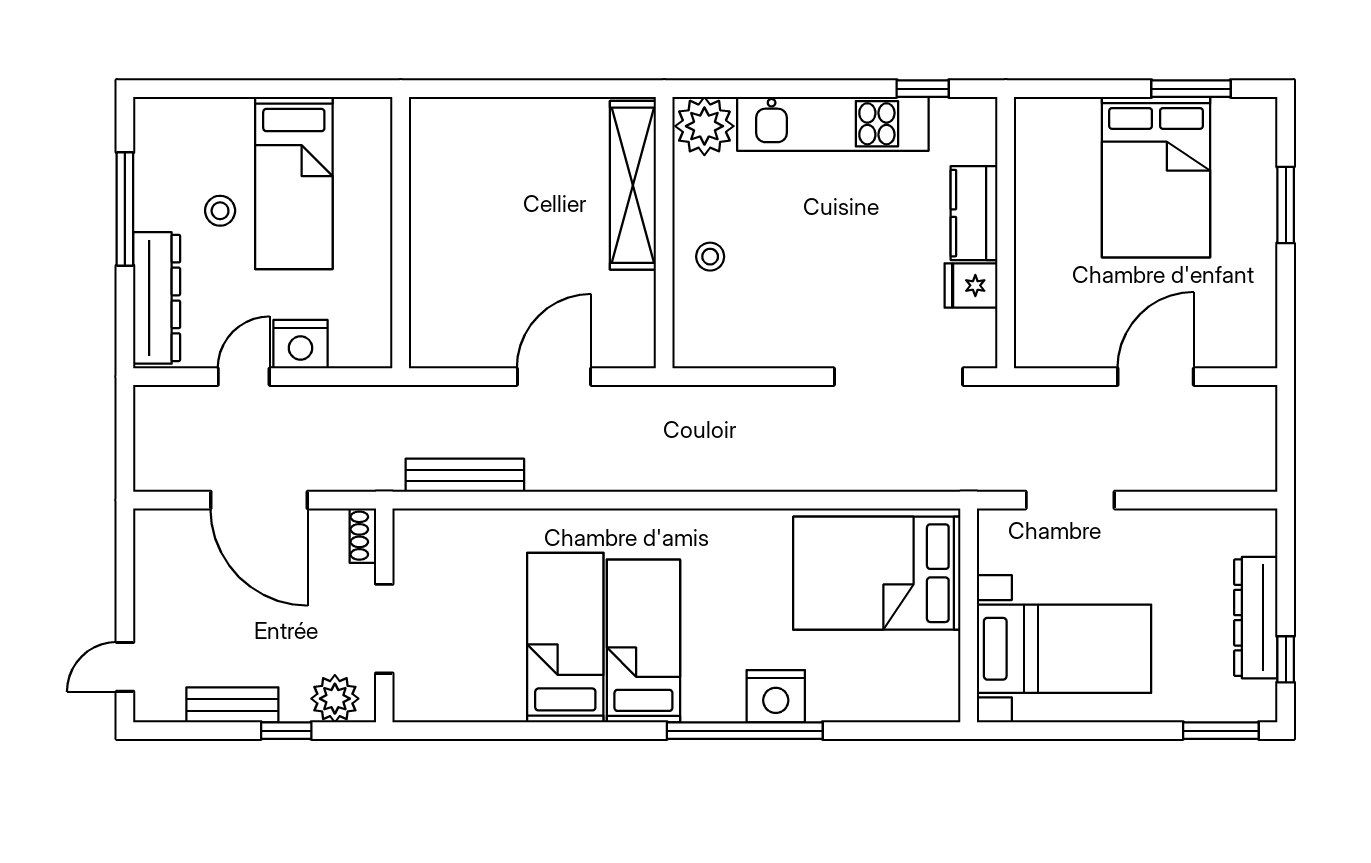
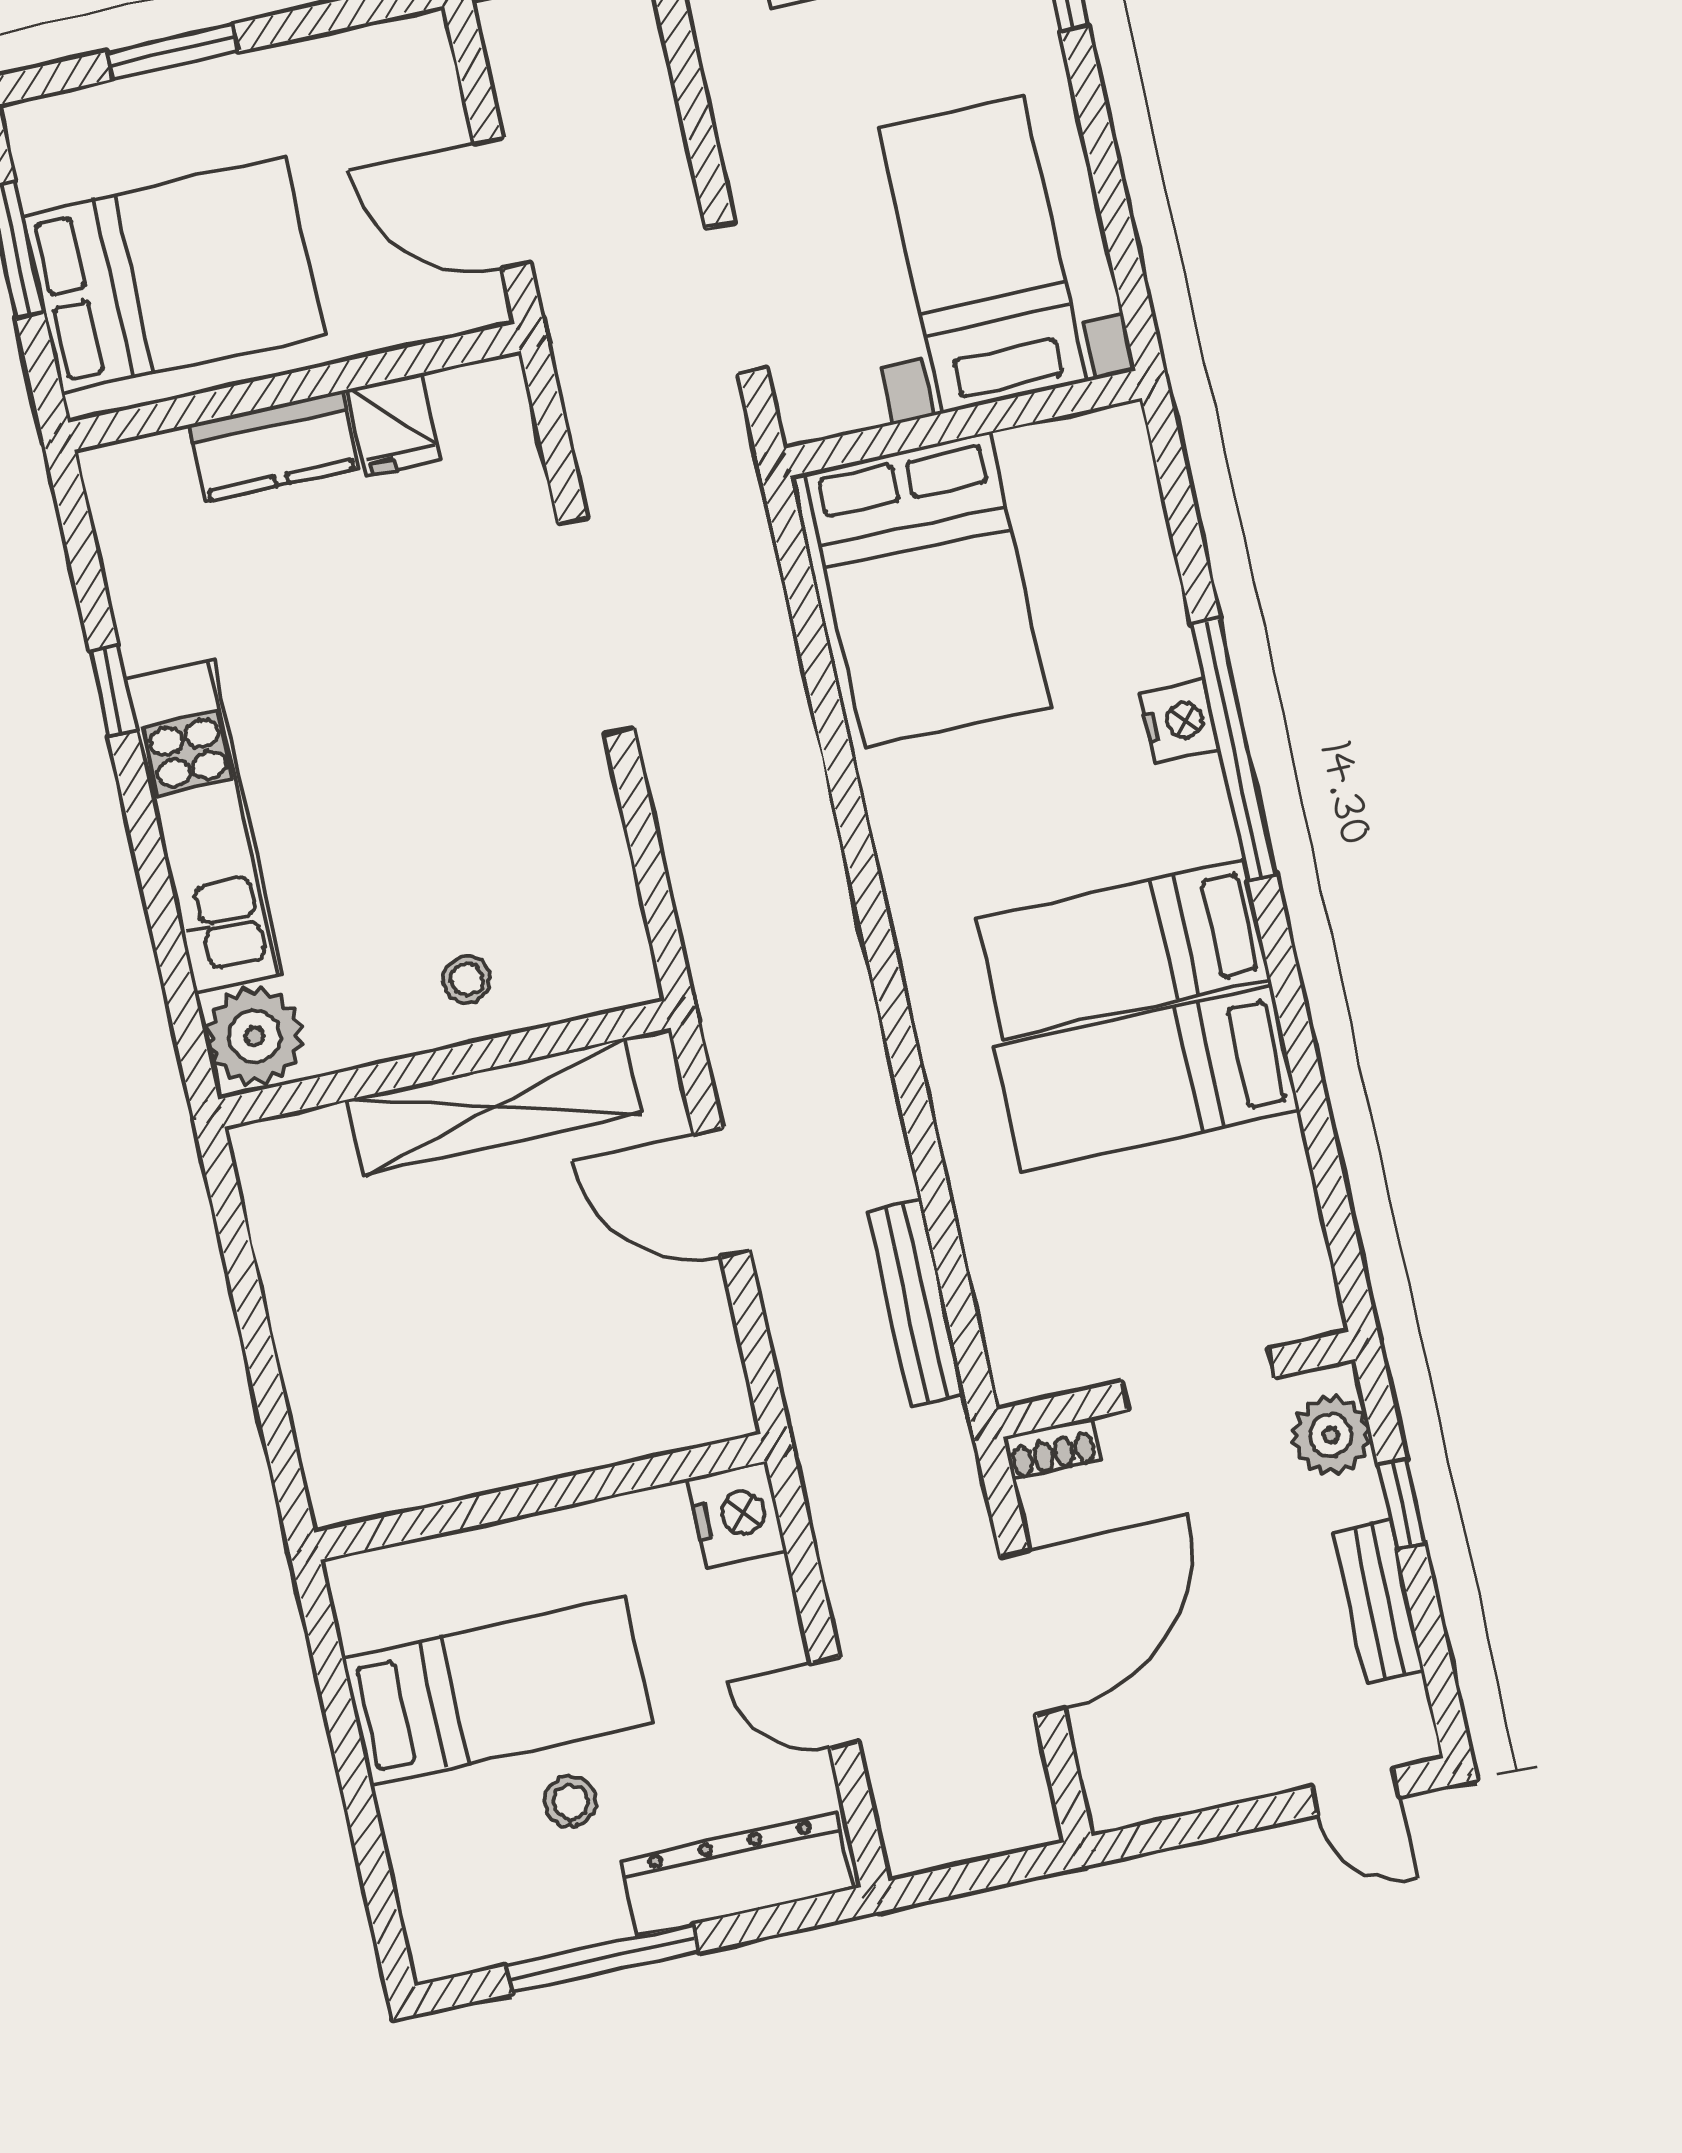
shelving: (633, 185) -> (494, 1107), moved
kitchen counter: (974, 213) -> (274, 446), moved
wall: (1006, 233) -> (294, 387), moved
fridge: (971, 285) -> (394, 425), moved
nightstand: (301, 344) -> (737, 1514), moved
nightstand: (776, 696) -> (1180, 721), width x0.74, depth x0.75

